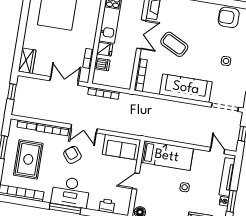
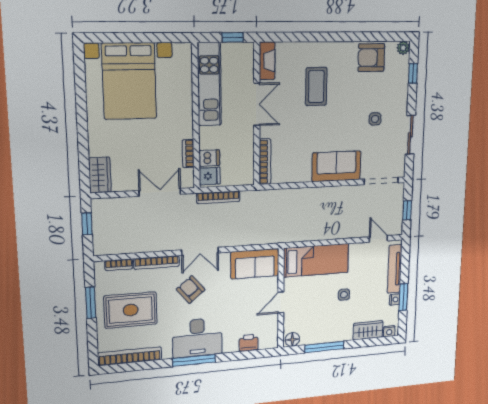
coffee table: (174, 44) -> (316, 87), moved, turned 63
fridge: (105, 49) -> (210, 176), moved
sofa: (186, 88) -> (336, 166), width x0.73
rug: (28, 159) -> (131, 310), turned 90

